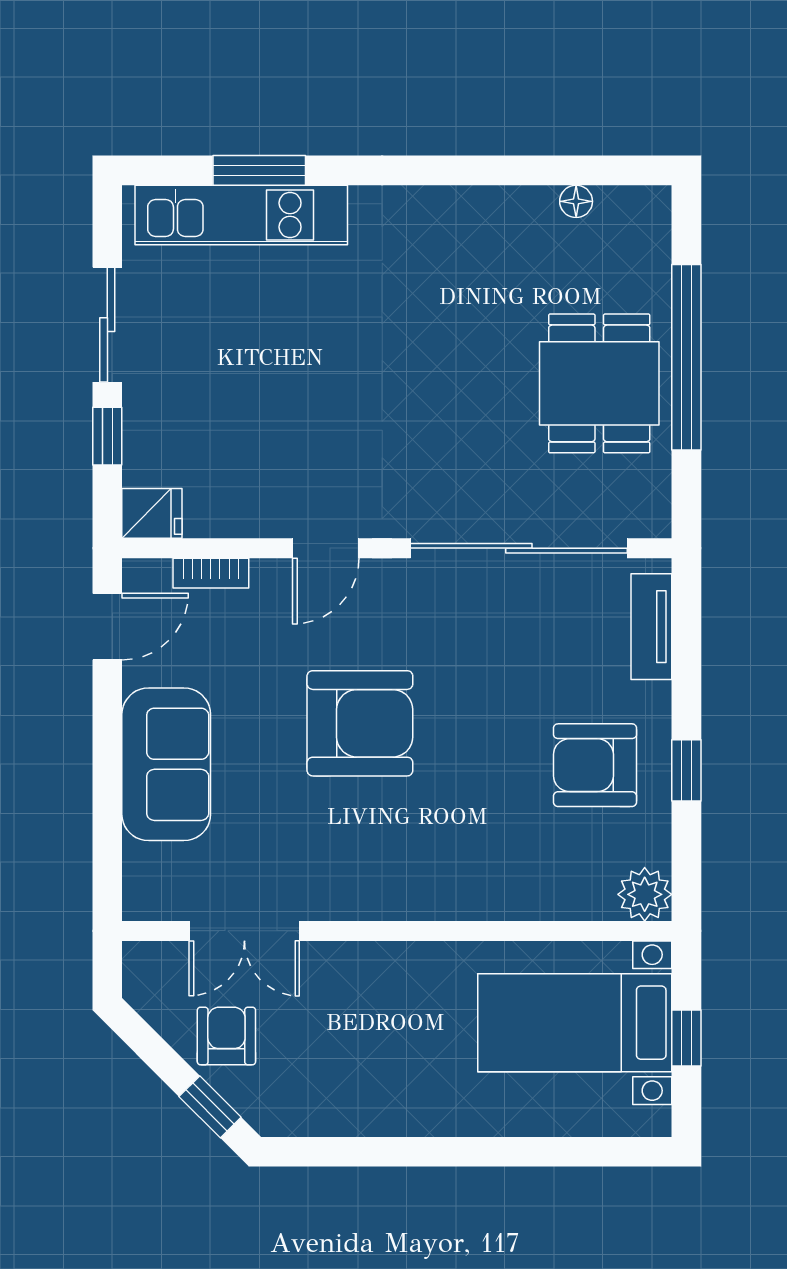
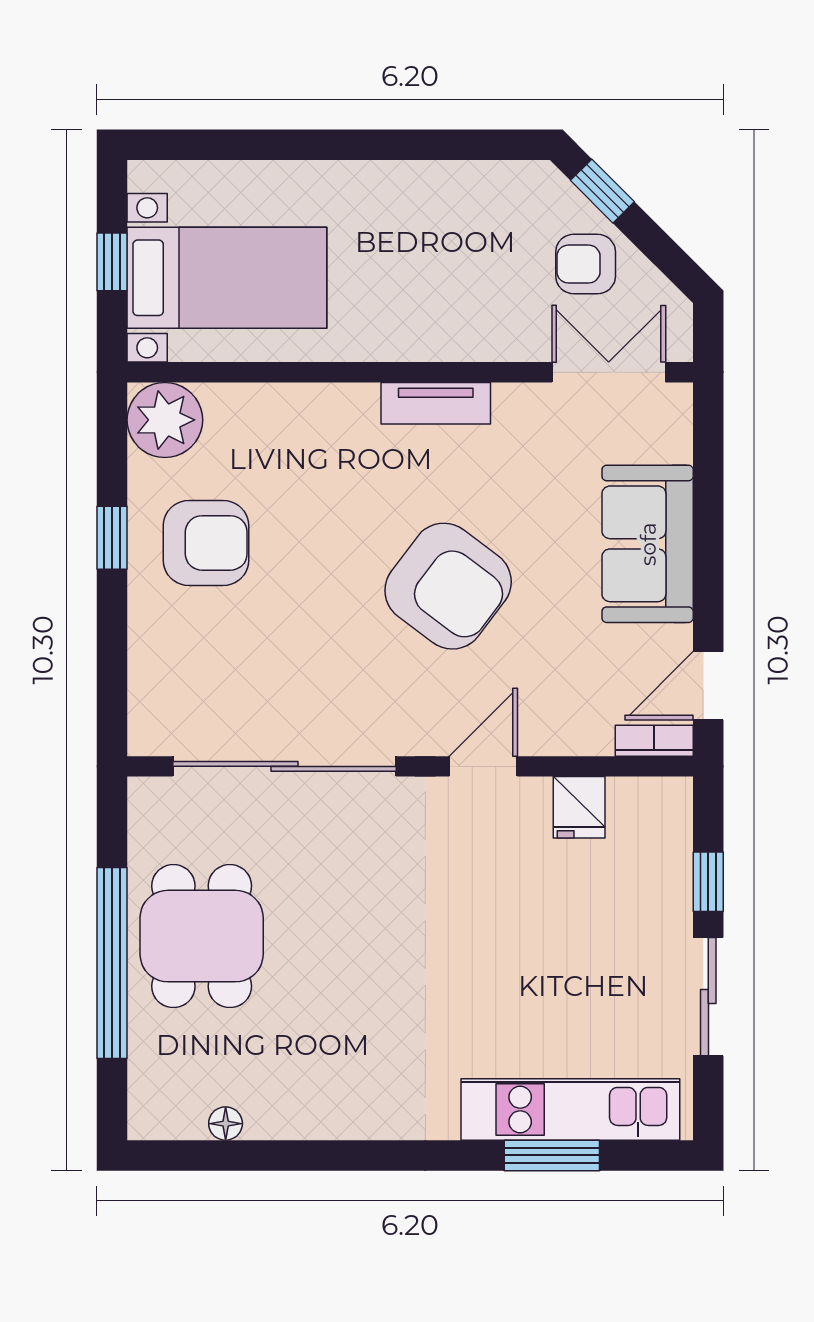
fridge: (152, 513) -> (579, 807), moved, turned -90
bookcase: (211, 573) -> (654, 741), moved
tv unit: (651, 627) -> (436, 403), moved, turned 90
armchair: (360, 723) -> (448, 586), turned -143
plant: (645, 894) -> (165, 420), width x1.36, depth x1.36
double door: (244, 931) -> (609, 372), moved
armchair: (226, 1036) -> (586, 264), turned 90

